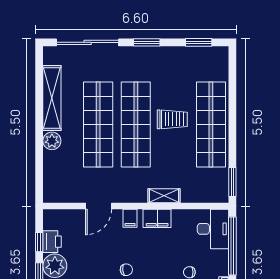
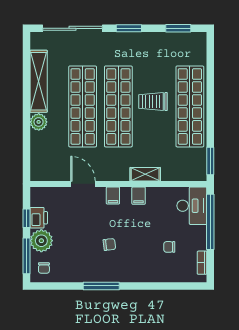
trolley: (172, 119) -> (153, 102), turned 180
door: (99, 206) -> (83, 184), swing flipped
filing cabinet: (157, 218) -> (139, 196), width x0.50

